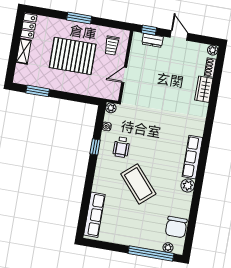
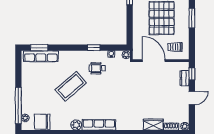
door: (124, 75) -> (154, 61), width x1.88
window: (83, 215) -> (39, 48), added

